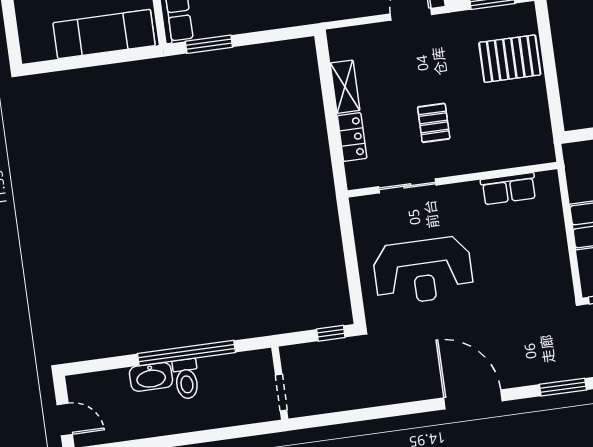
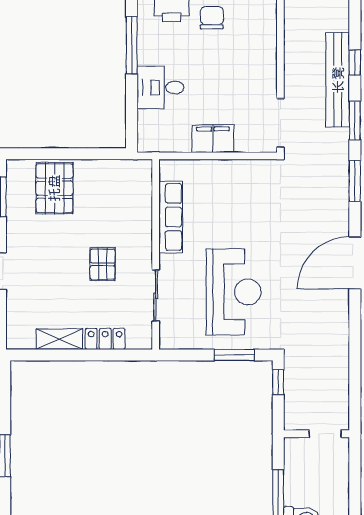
pallet: (434, 123) -> (103, 264), turned 90
row of seats: (509, 189) -> (171, 217), width x1.48
window: (354, 281) -> (234, 355), added

